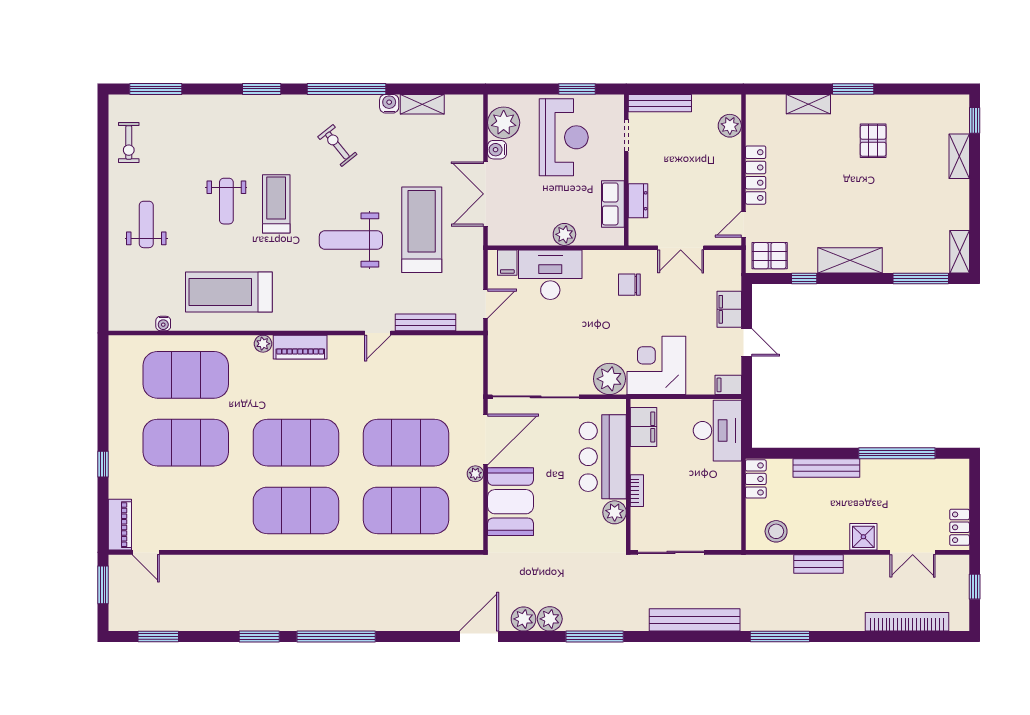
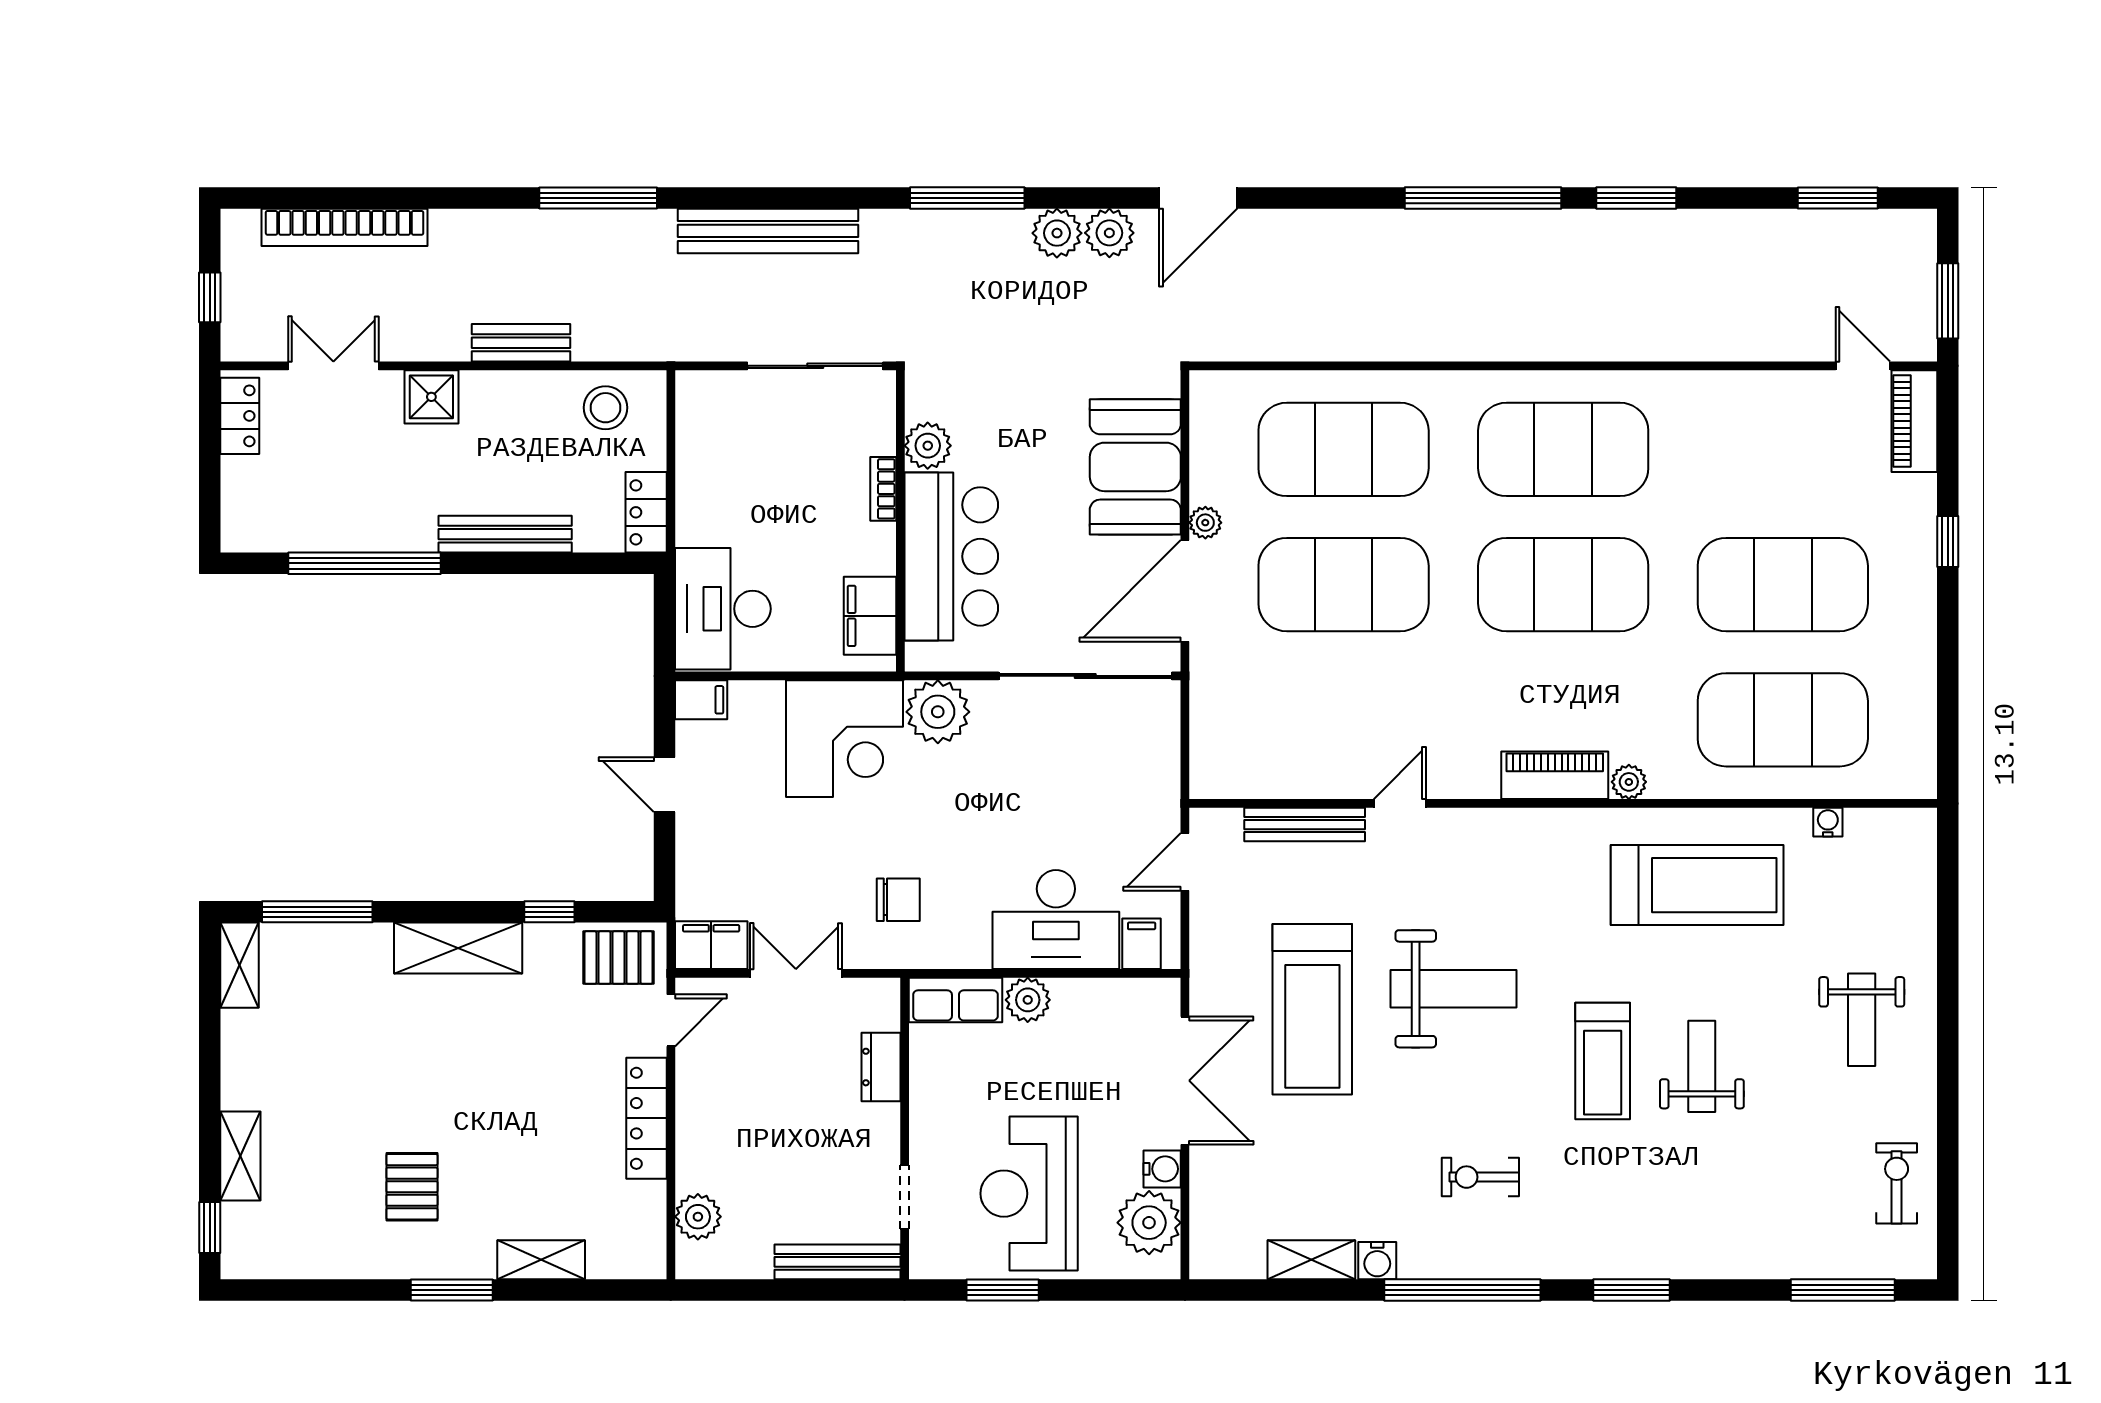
exercise bike: (337, 146) -> (1480, 1177), turned 129
row of seats: (613, 204) -> (955, 1000), moved, turned 90
filing cabinet: (729, 309) -> (711, 945), moved, turned -90

